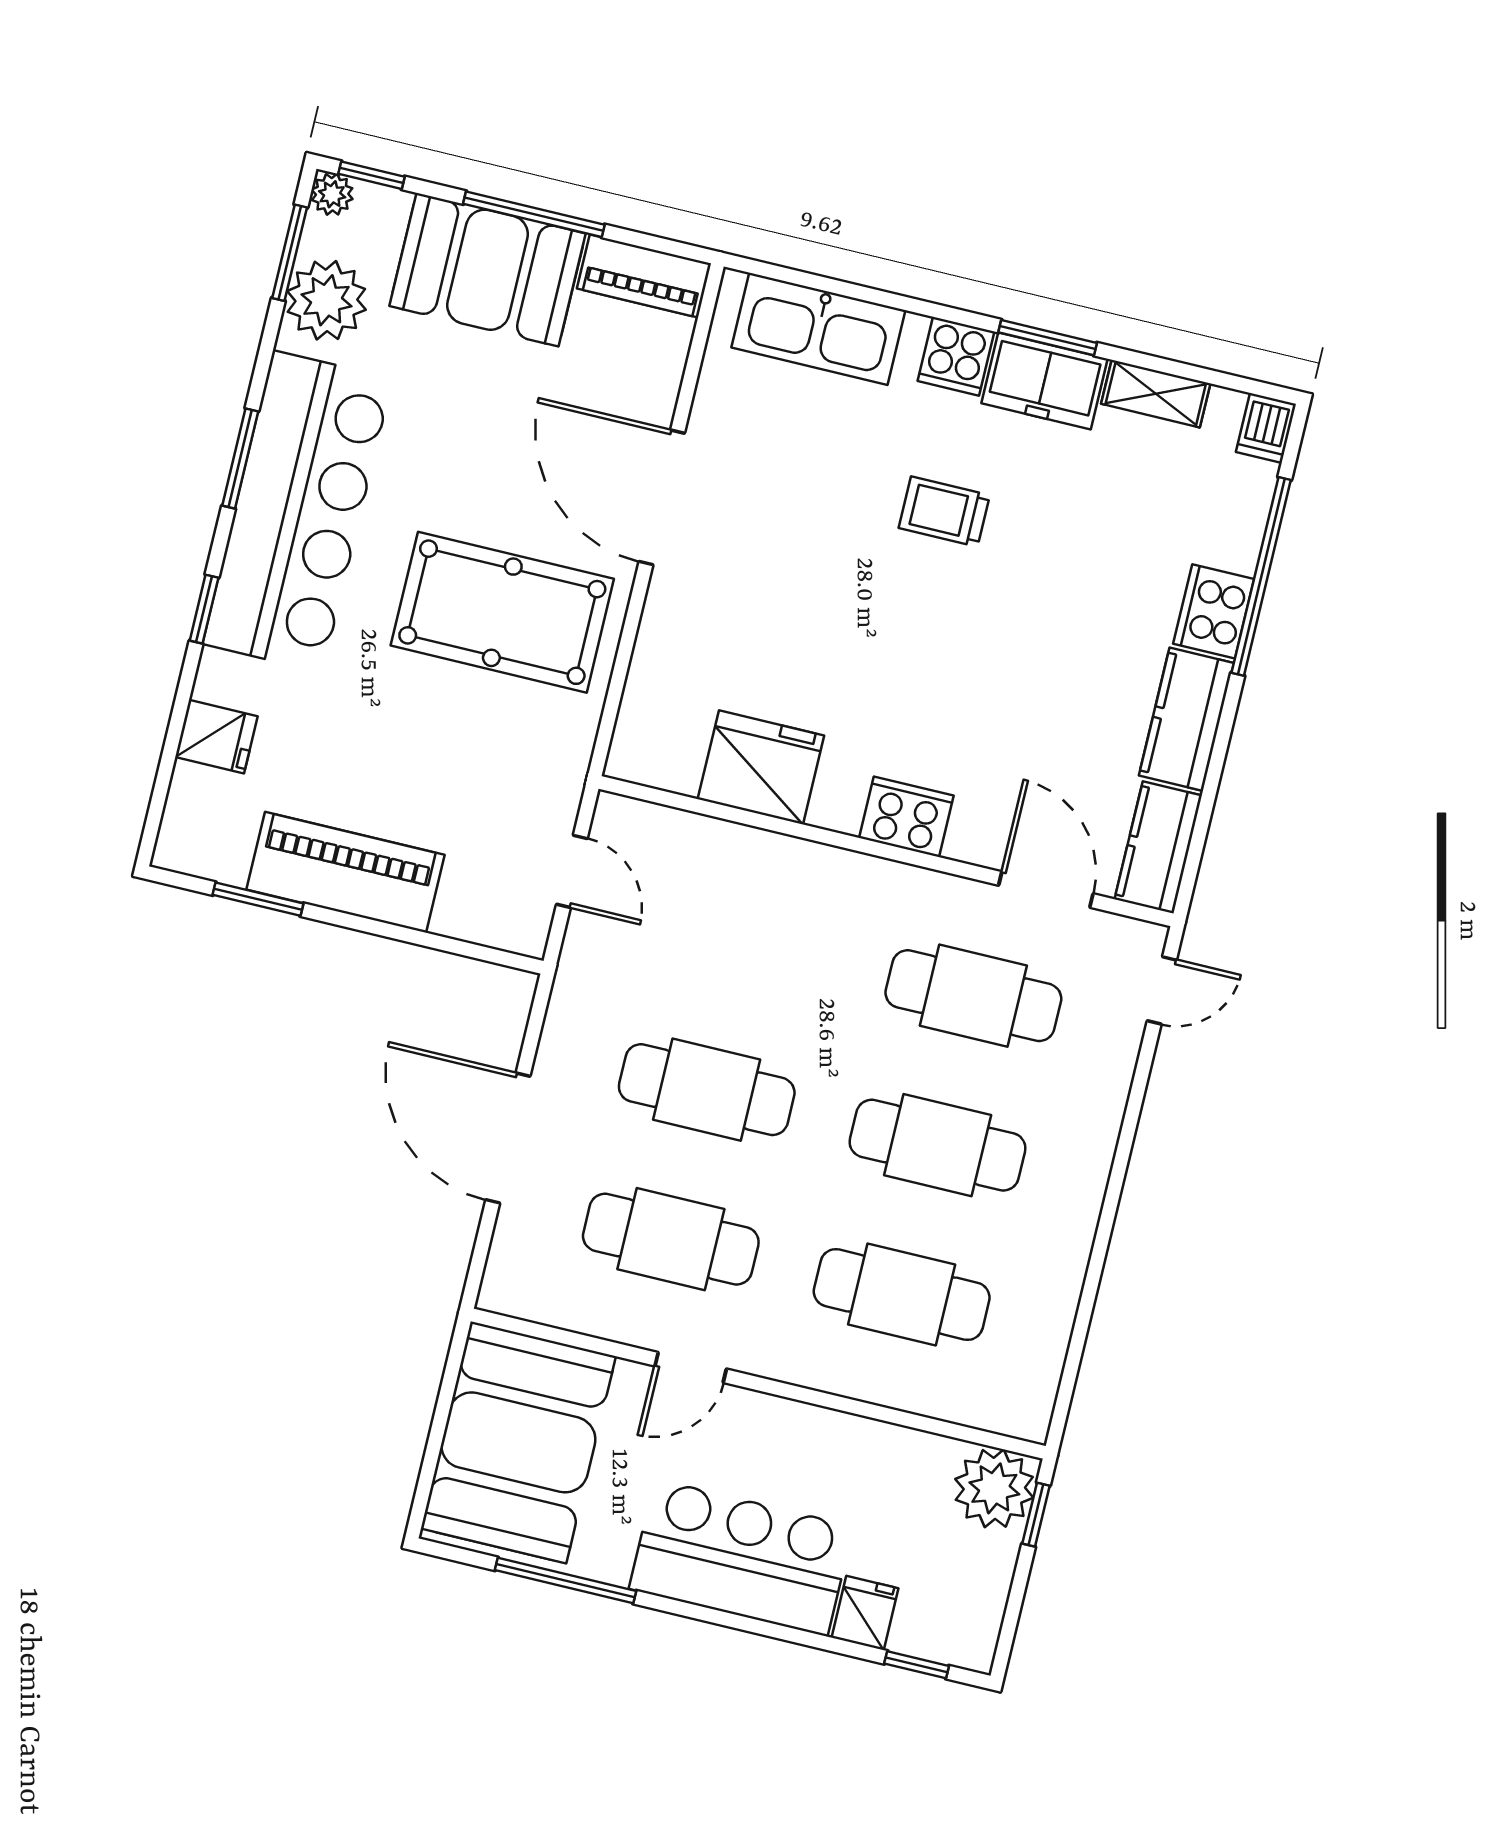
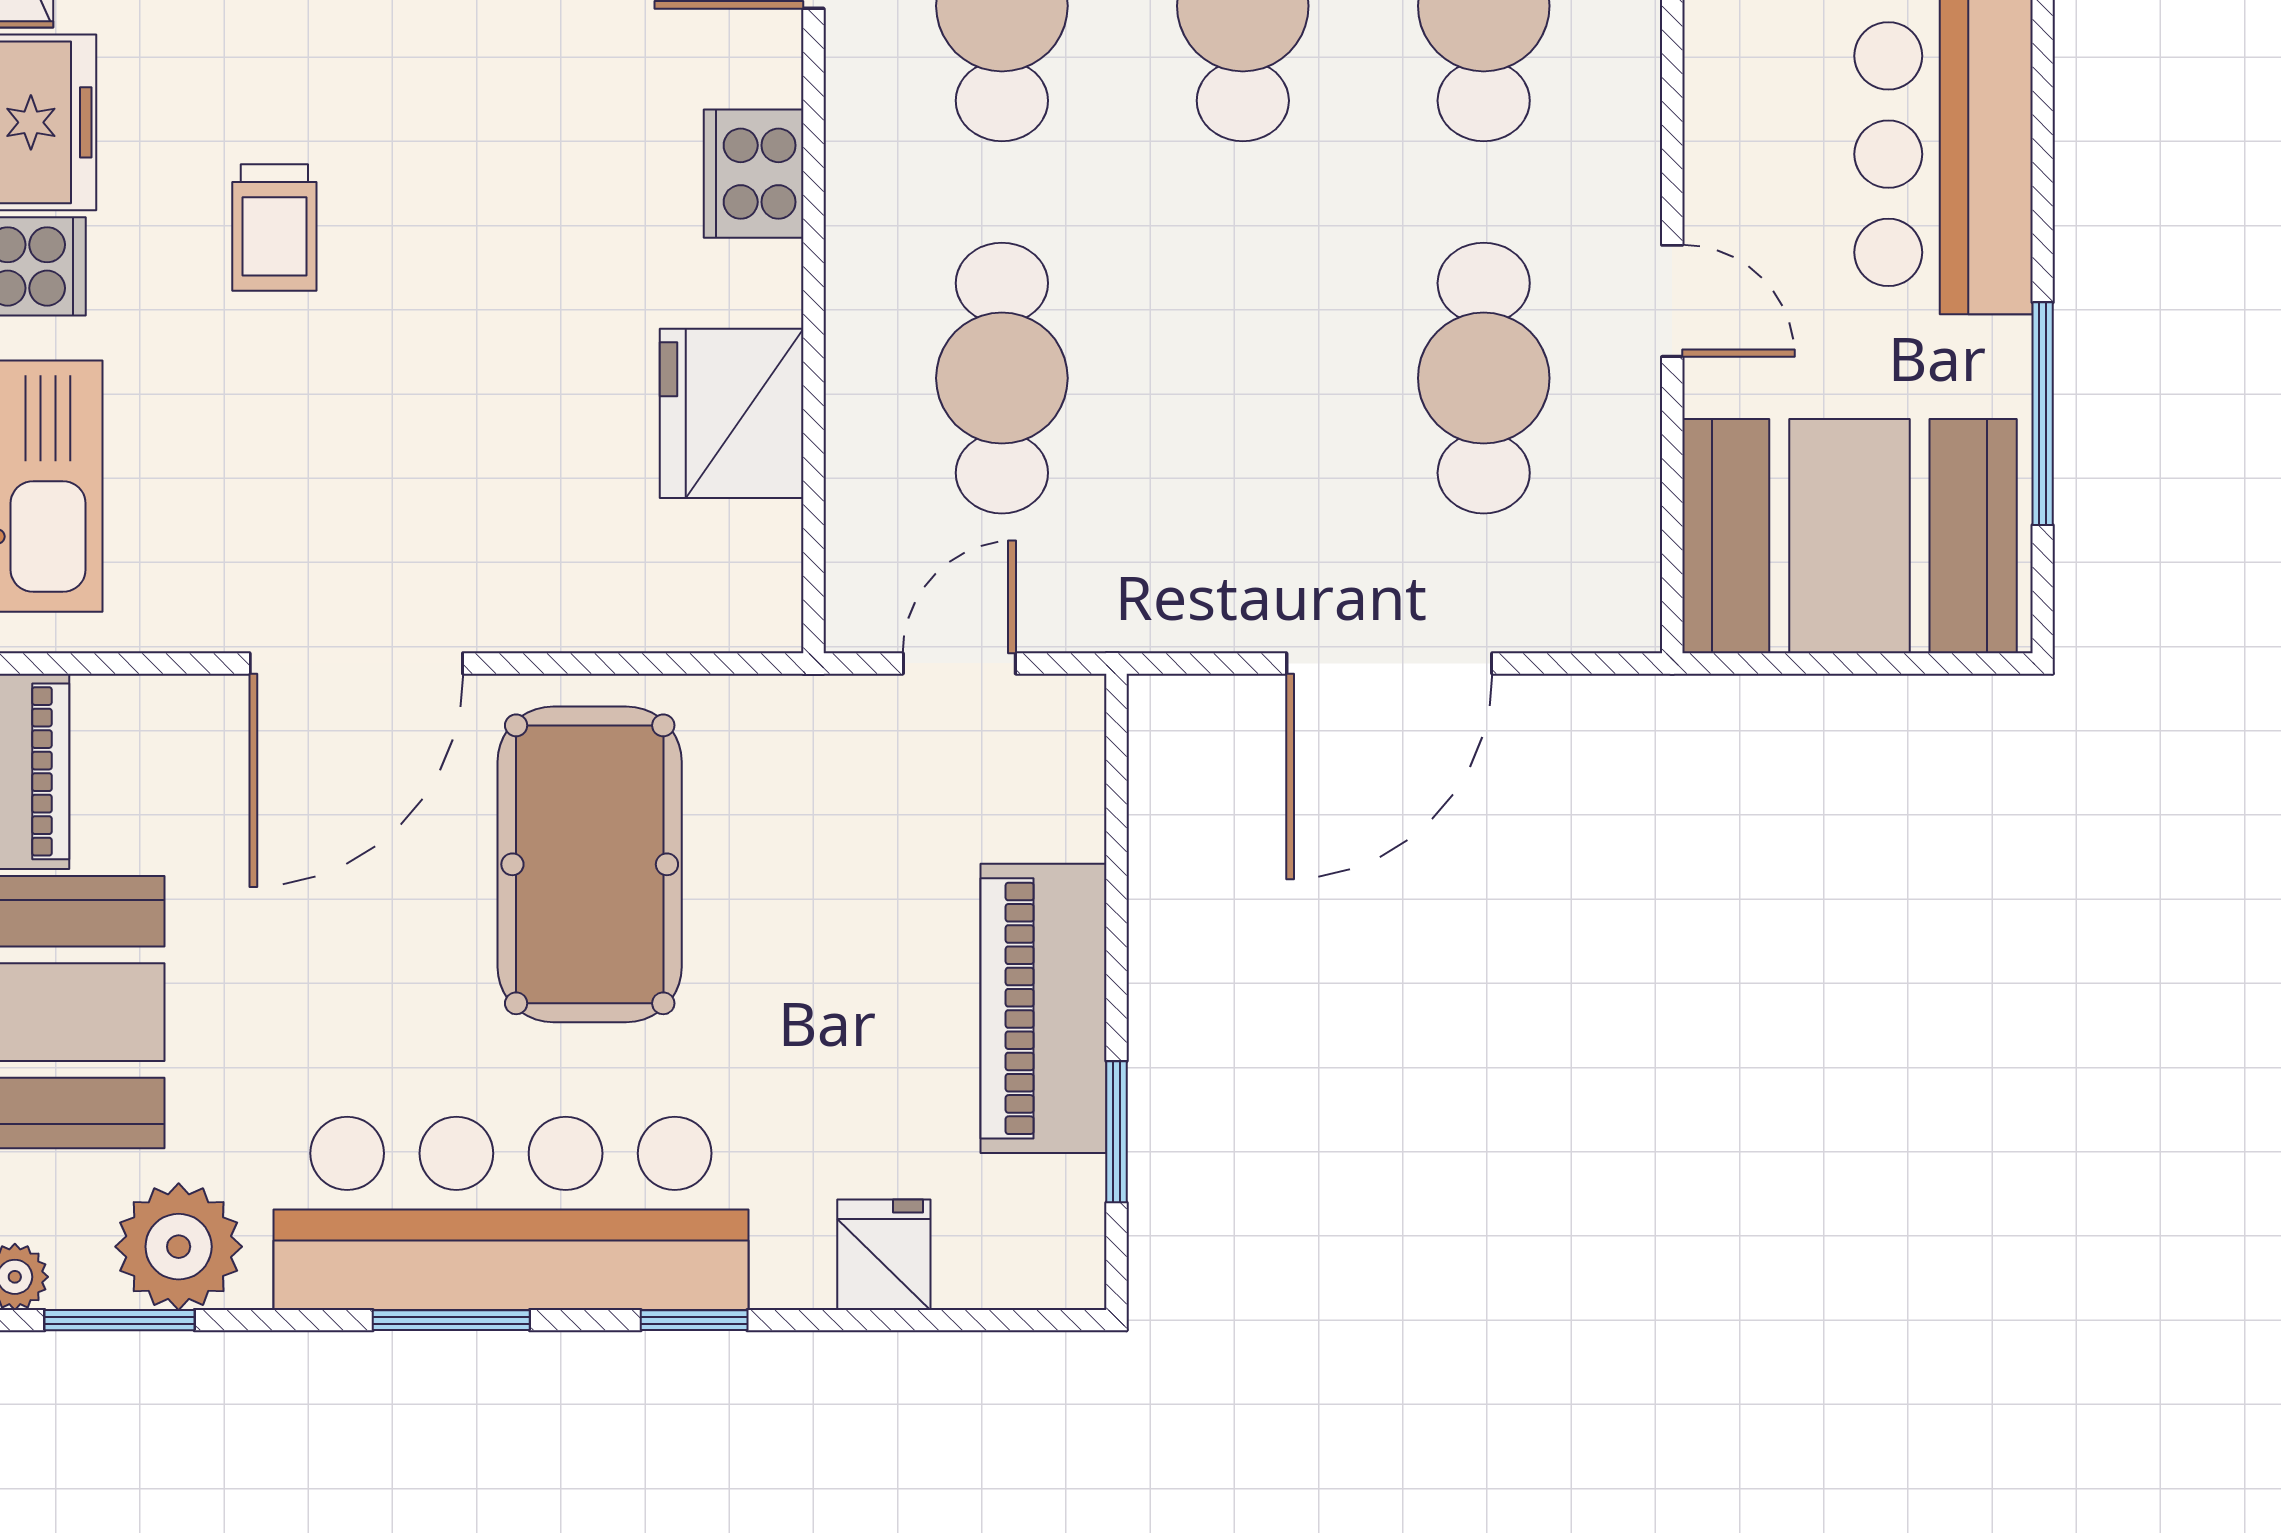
cafe table: (707, 1090) -> (1002, 378), moved

